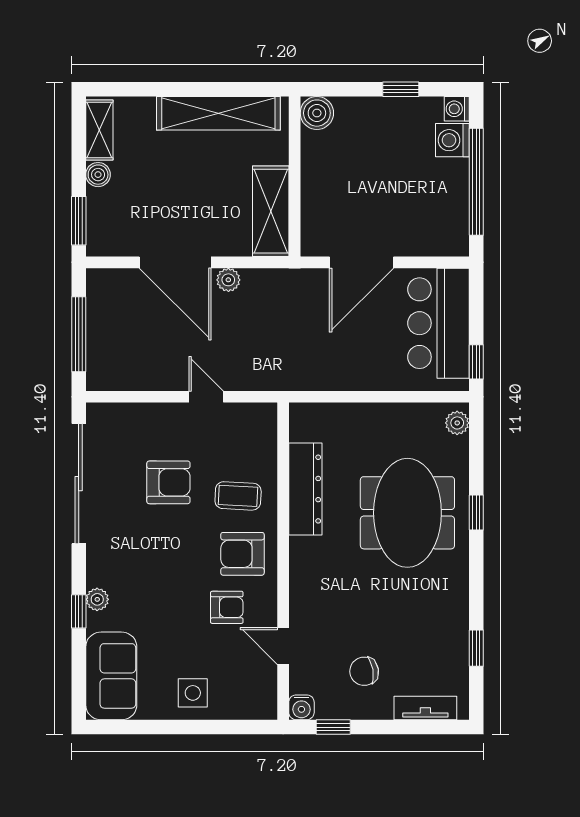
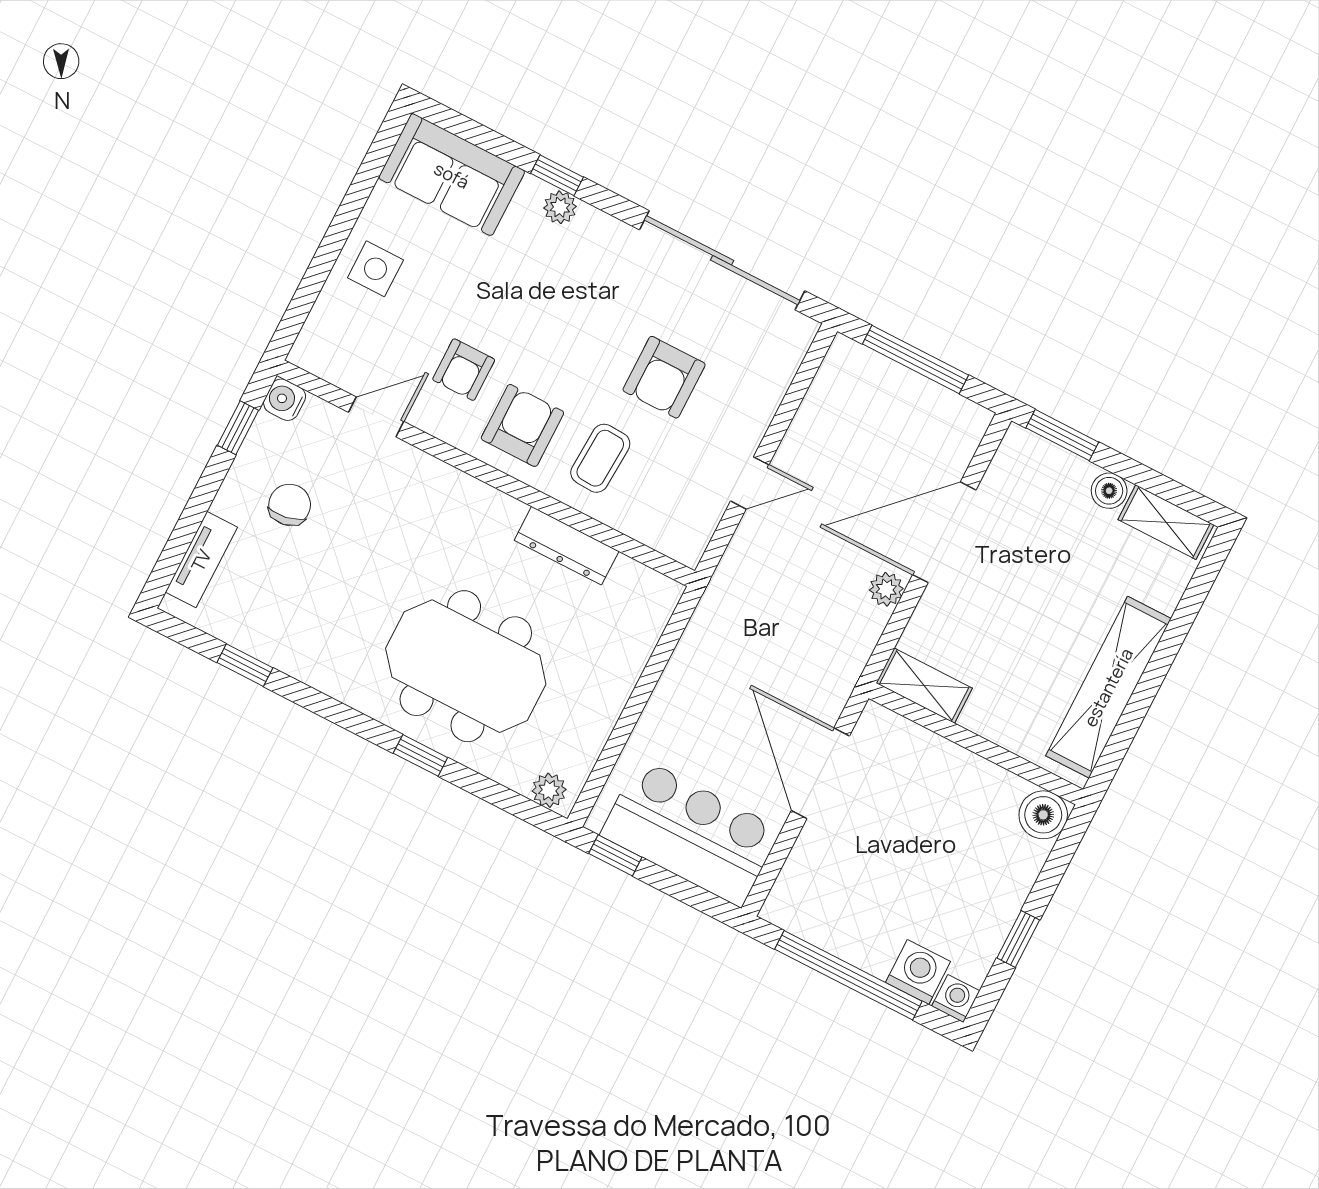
shelving: (271, 211) -> (924, 686), width x0.67, depth x0.75
dresser: (305, 489) -> (567, 546), width x0.73, depth x0.80

